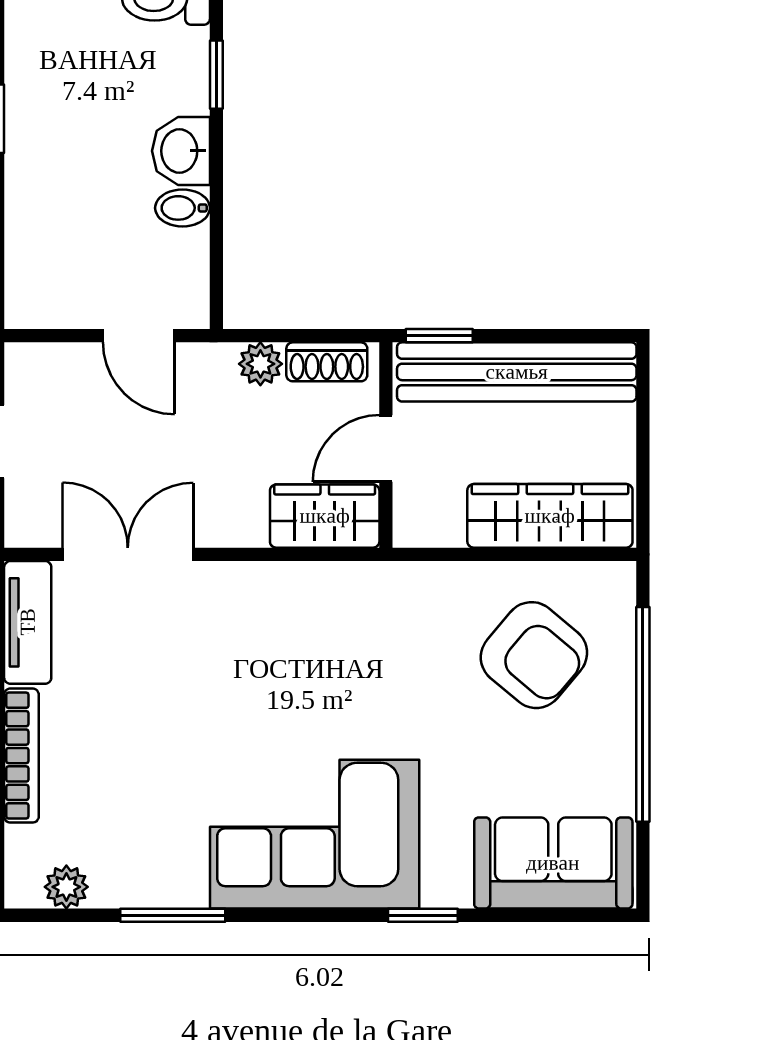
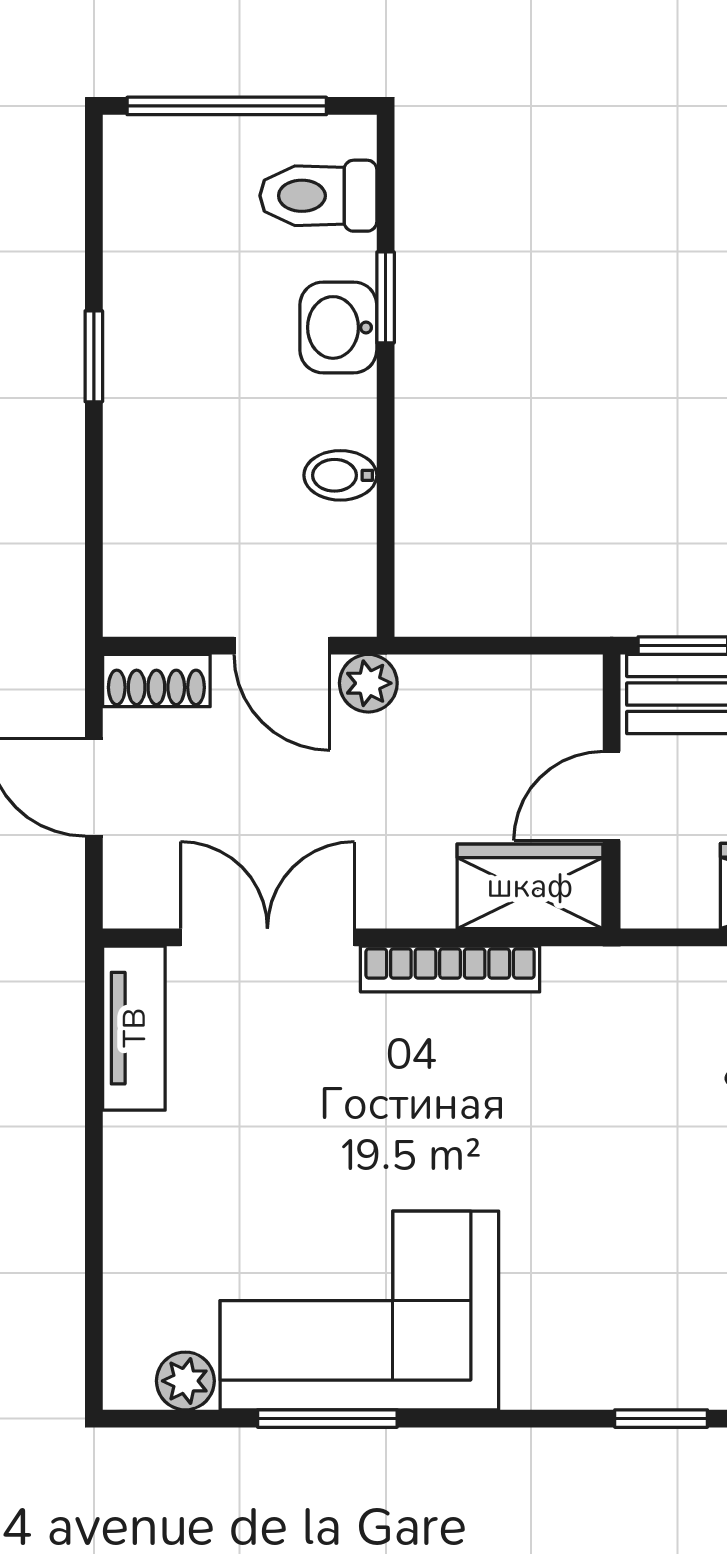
washbasin: (181, 151) -> (338, 327), moved
shoe rack: (327, 362) -> (156, 681), moved
plant: (260, 364) -> (368, 683), moved
bookcase: (21, 756) -> (450, 969), moved, turned 90
corner sofa: (315, 834) -> (359, 1310), moved

